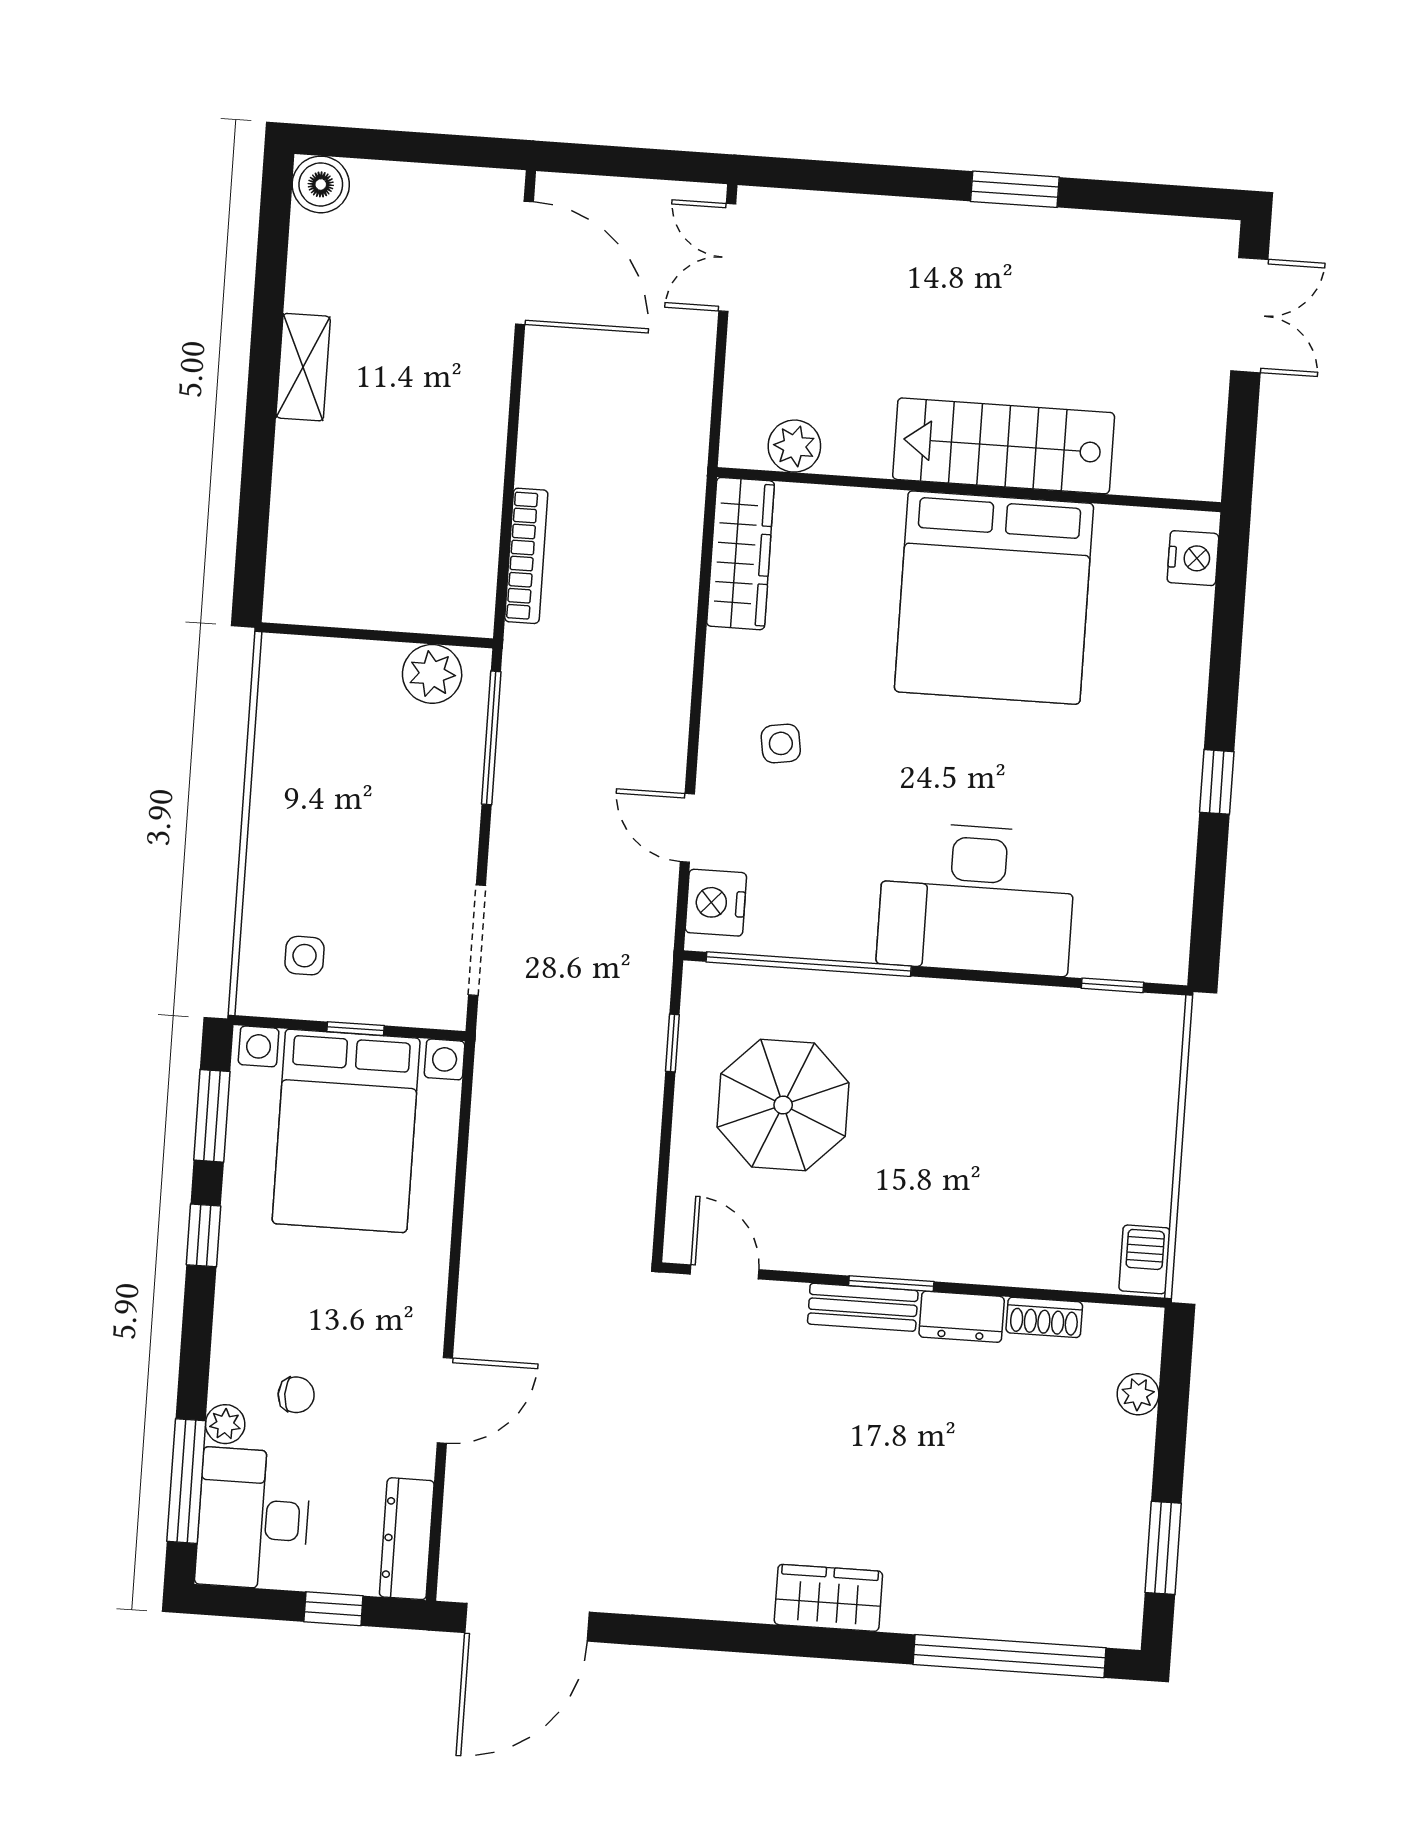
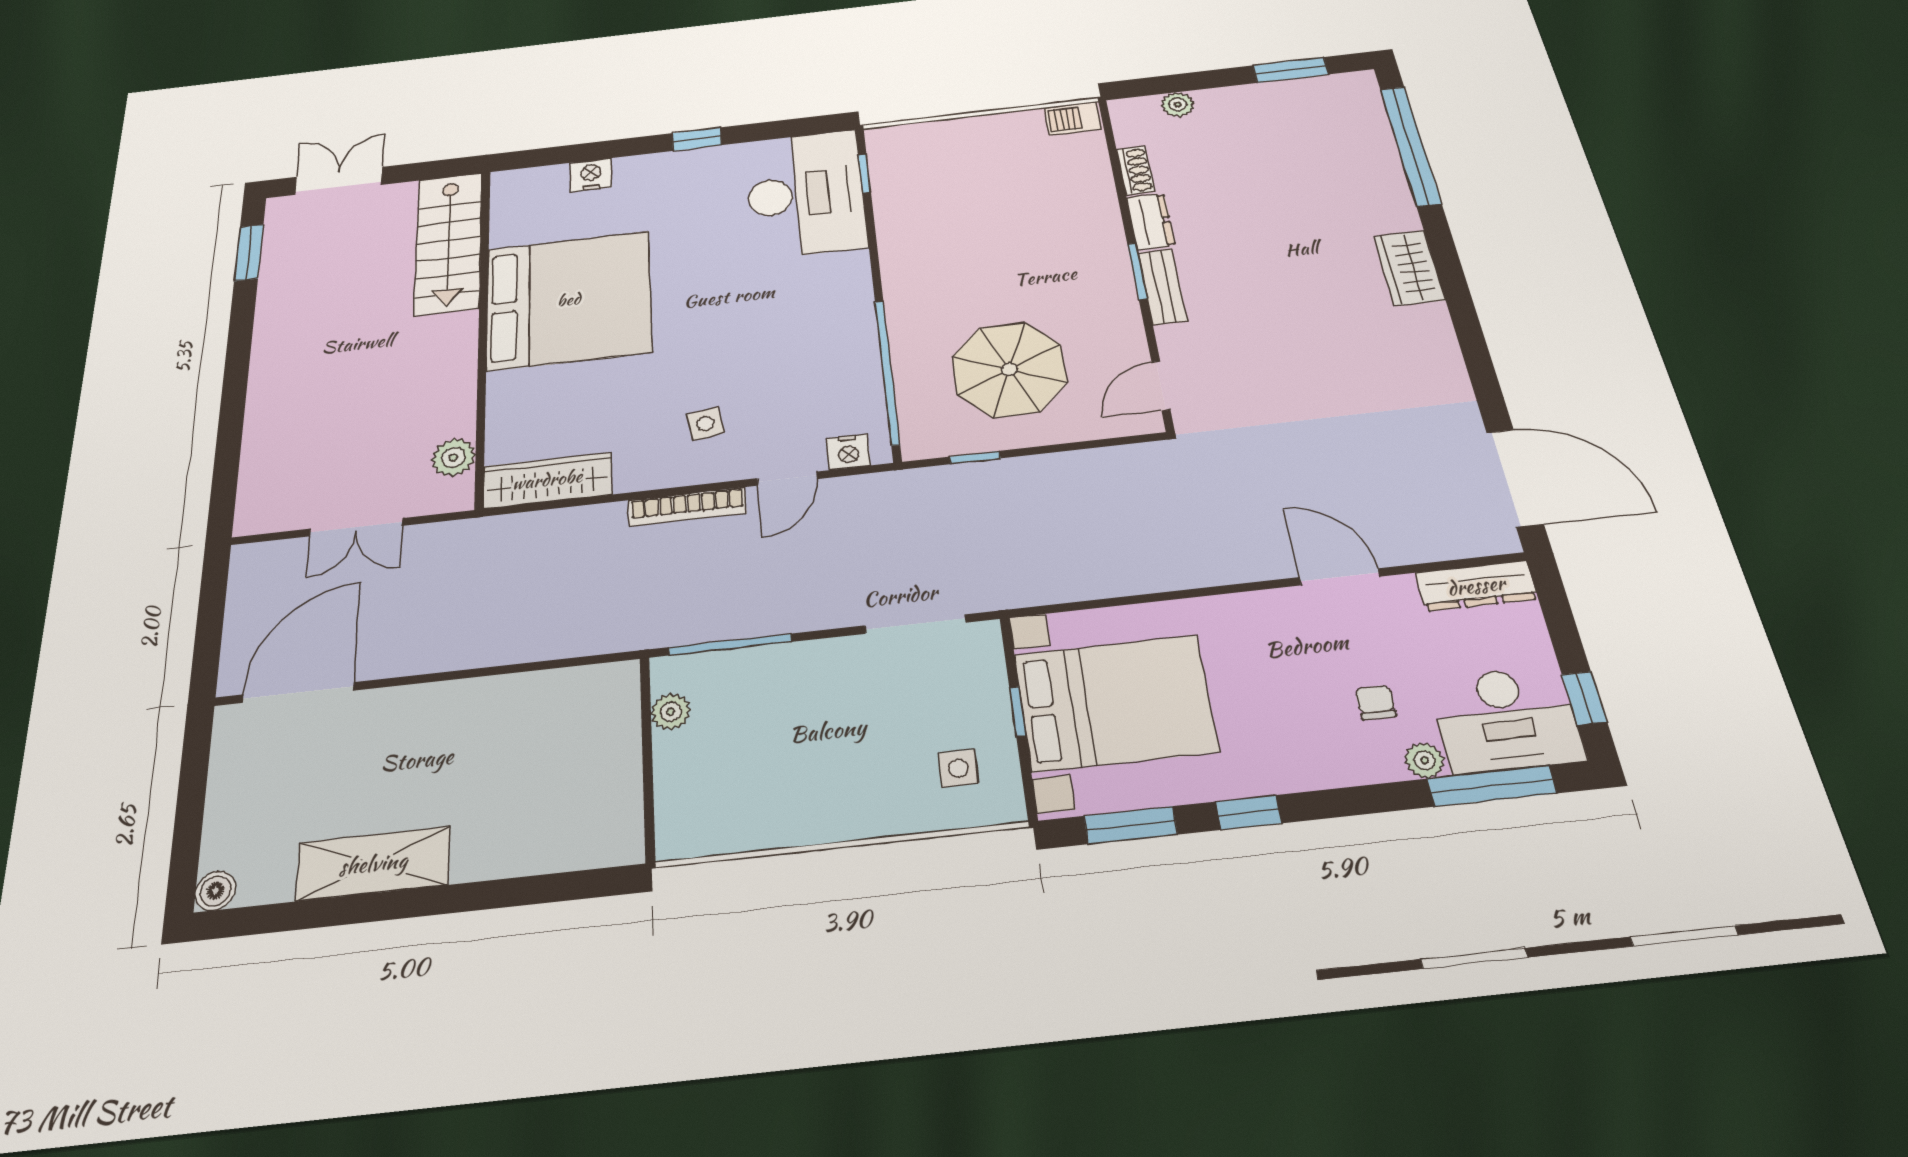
boiler: (321, 184) -> (215, 891), width x0.73, depth x0.73
window: (1015, 189) -> (249, 253), moved
double door: (727, 258) -> (356, 527), moved
shelving: (303, 367) -> (373, 864), width x1.50, depth x1.33
stairs: (1004, 446) -> (449, 243), moved
bookcase: (526, 556) -> (687, 507), moved, turned 180
nightstand: (1193, 558) -> (591, 175), moved
plant: (432, 674) -> (671, 712), width x0.73, depth x0.73
desk: (977, 899) -> (805, 194), moved
nightstand: (716, 903) -> (848, 452), width x0.74, depth x0.75
window: (333, 1609) -> (1584, 698), moved

